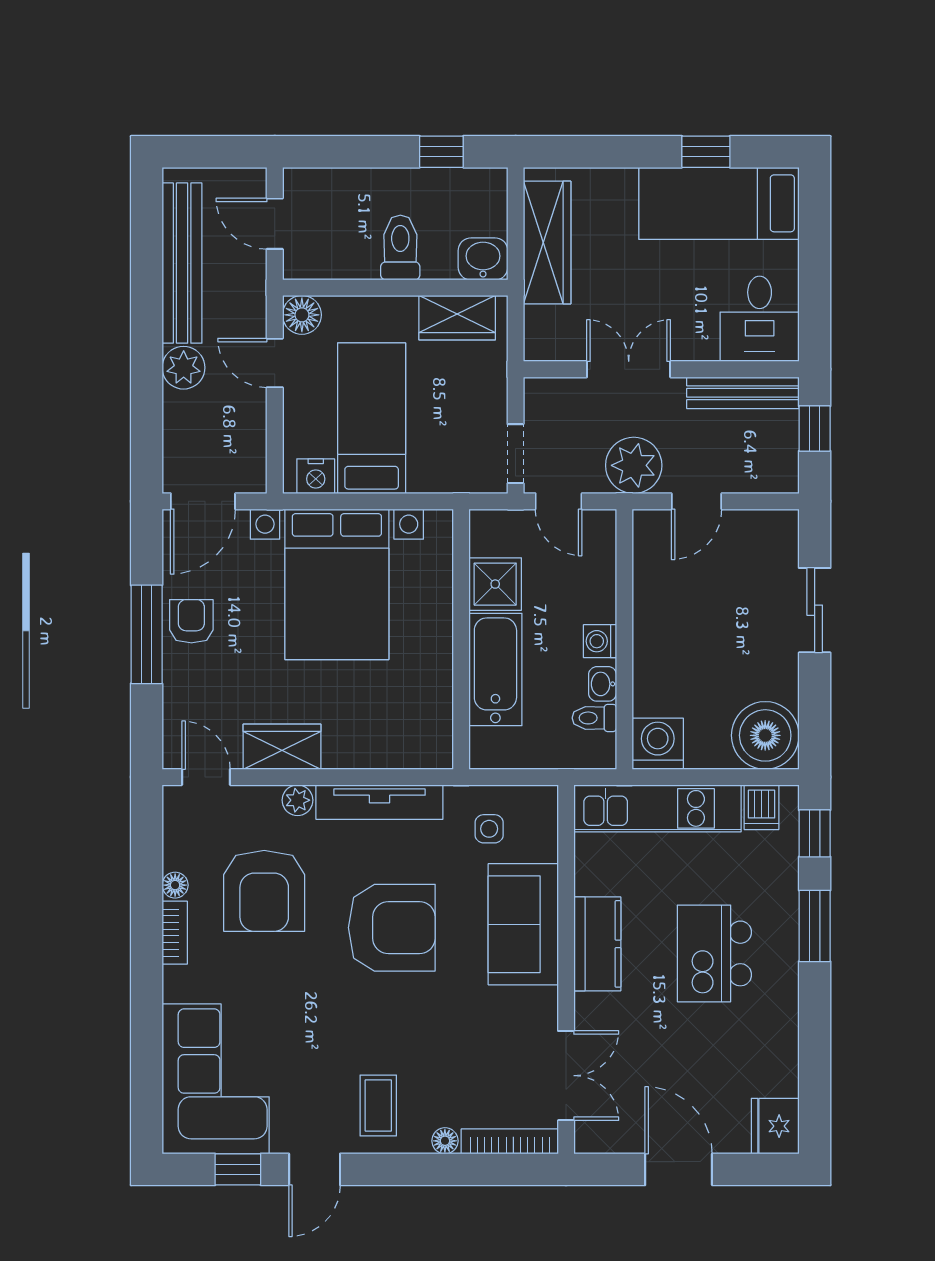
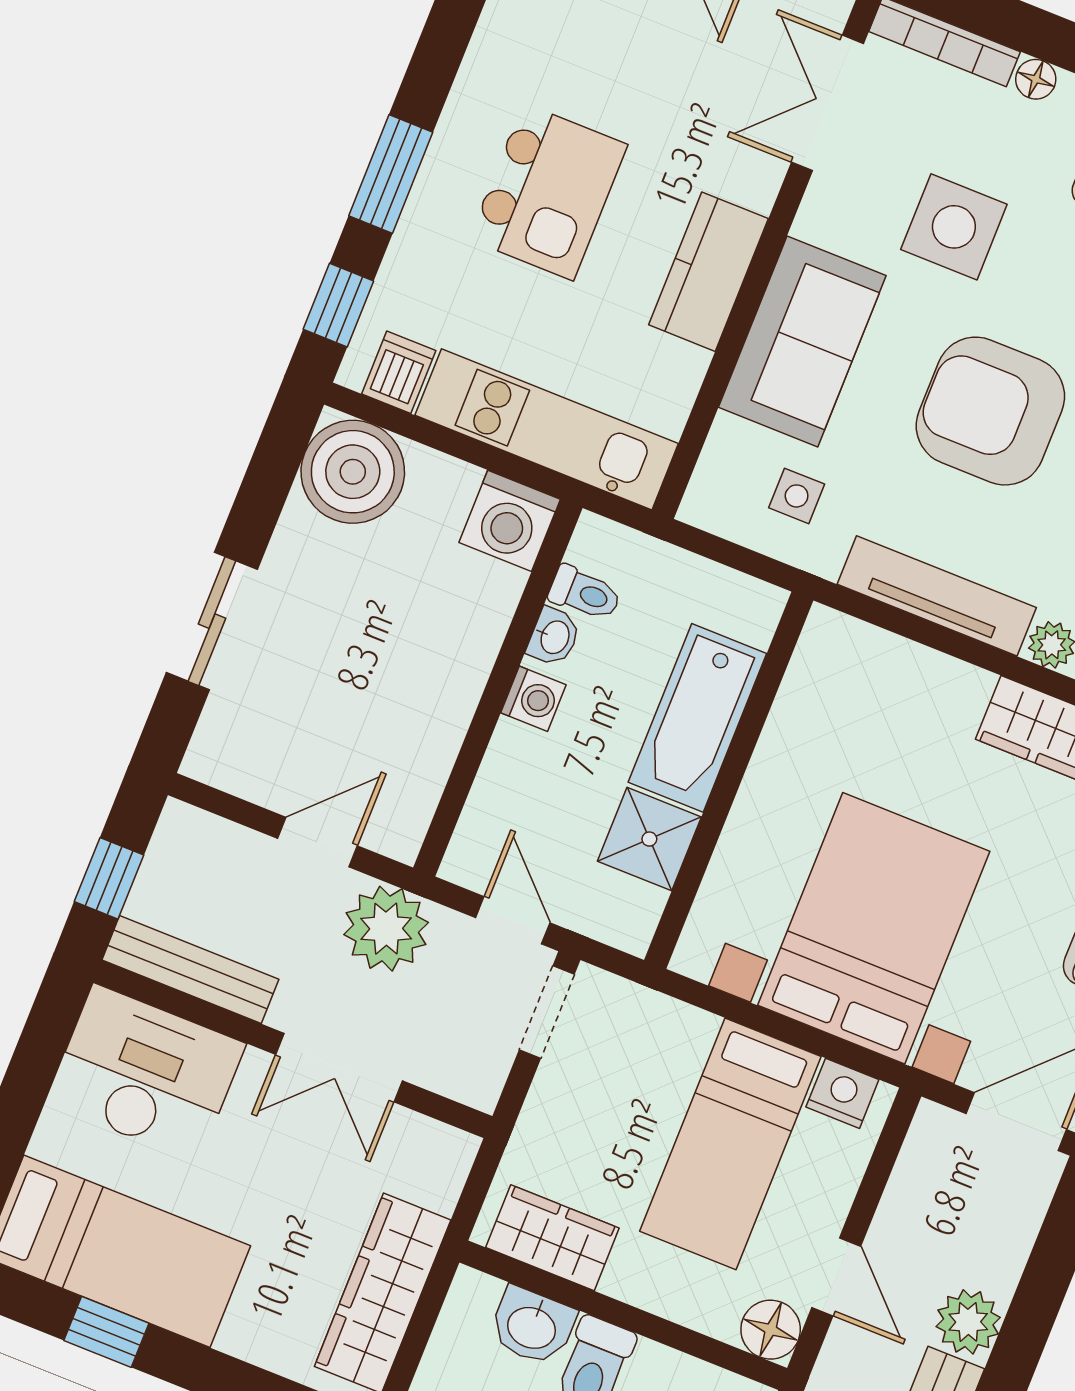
washbasin: (483, 259) -> (532, 1326), moved
desk: (760, 319) -> (146, 1073), width x1.37
side table: (459, 1031) -> (954, 227), added

